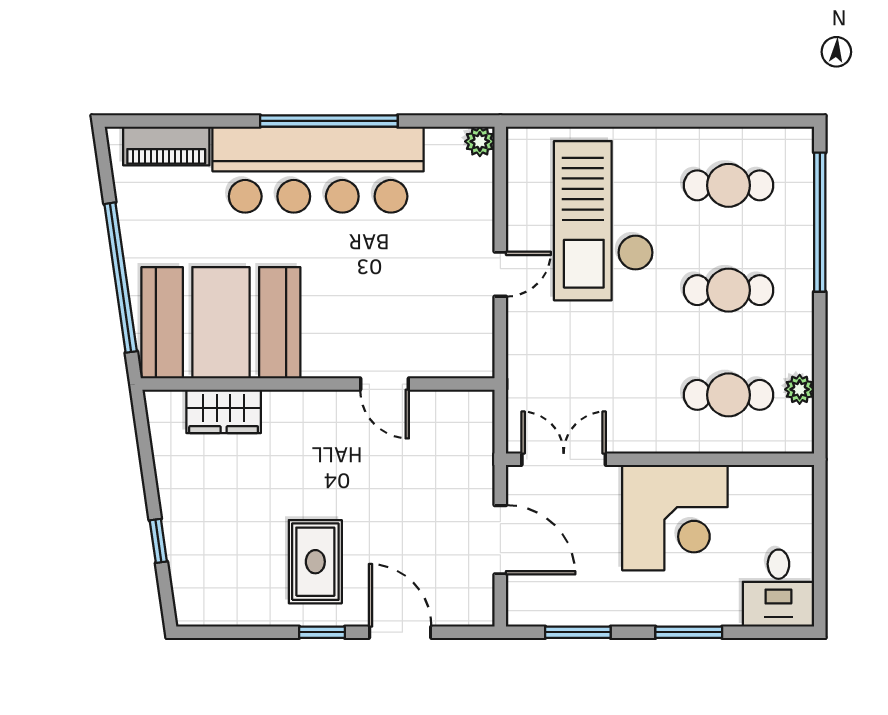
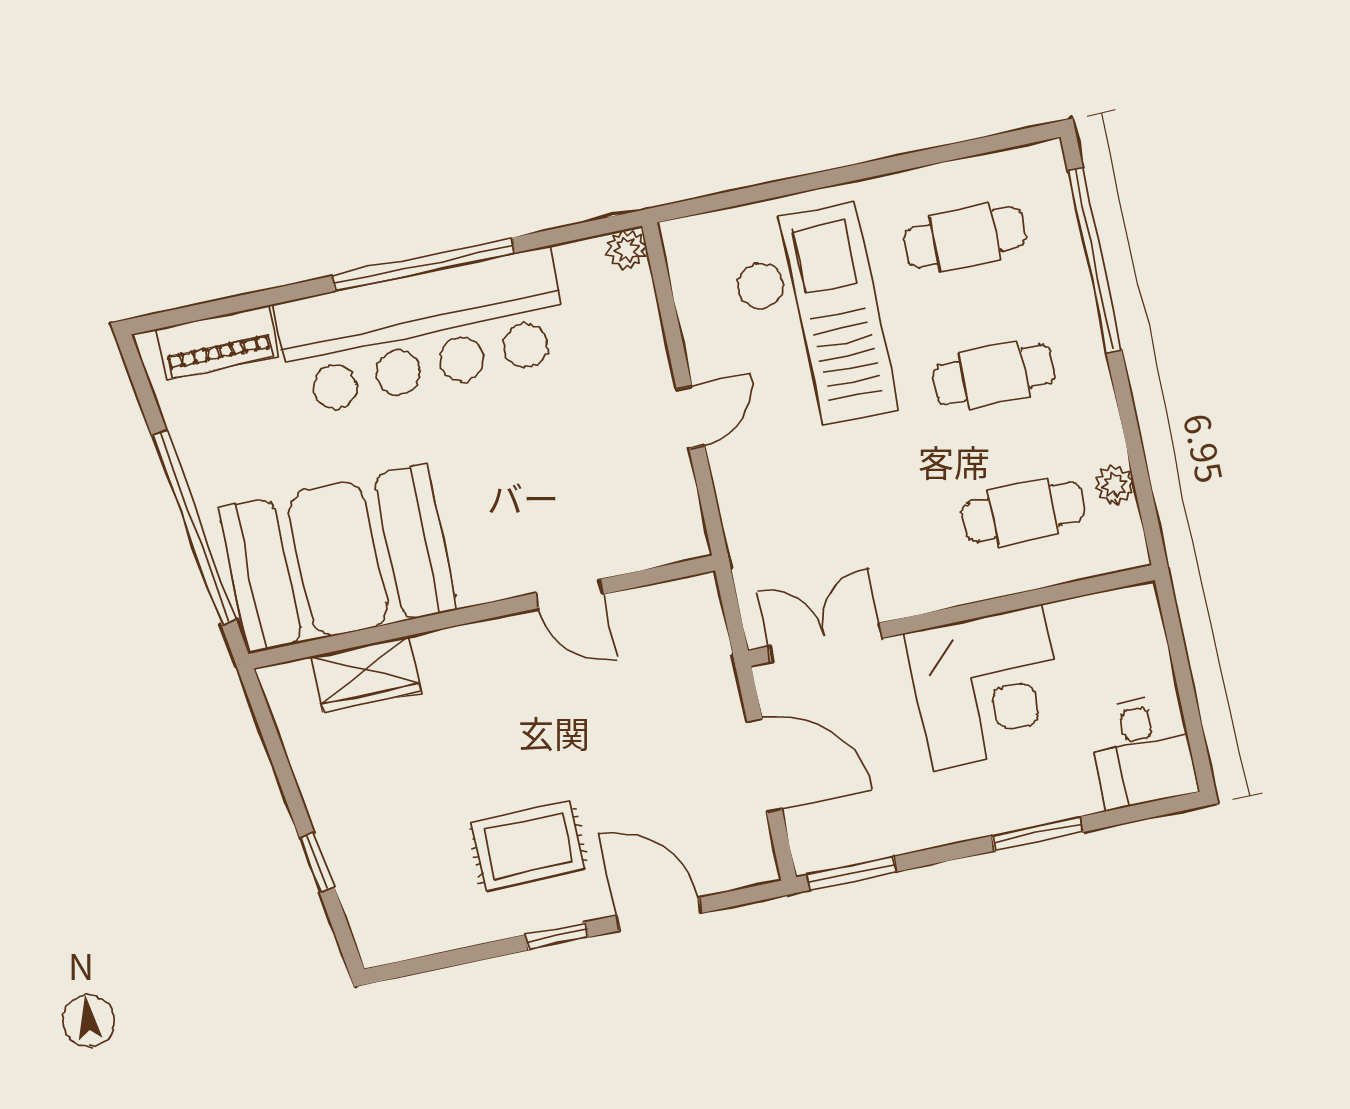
checkout: (604, 221) -> (811, 319), turned 180
rug: (315, 562) -> (528, 846), turned 90
window: (578, 632) -> (852, 873), moved

